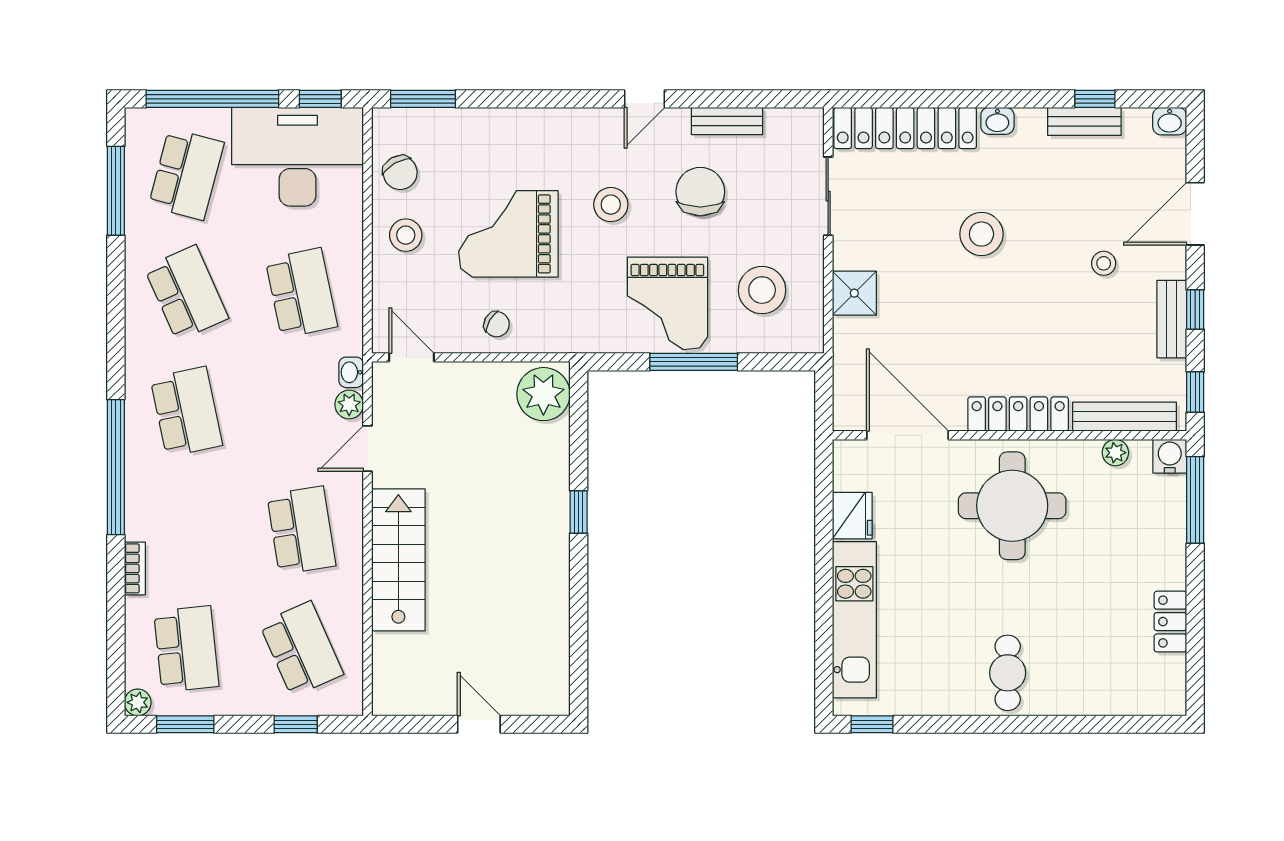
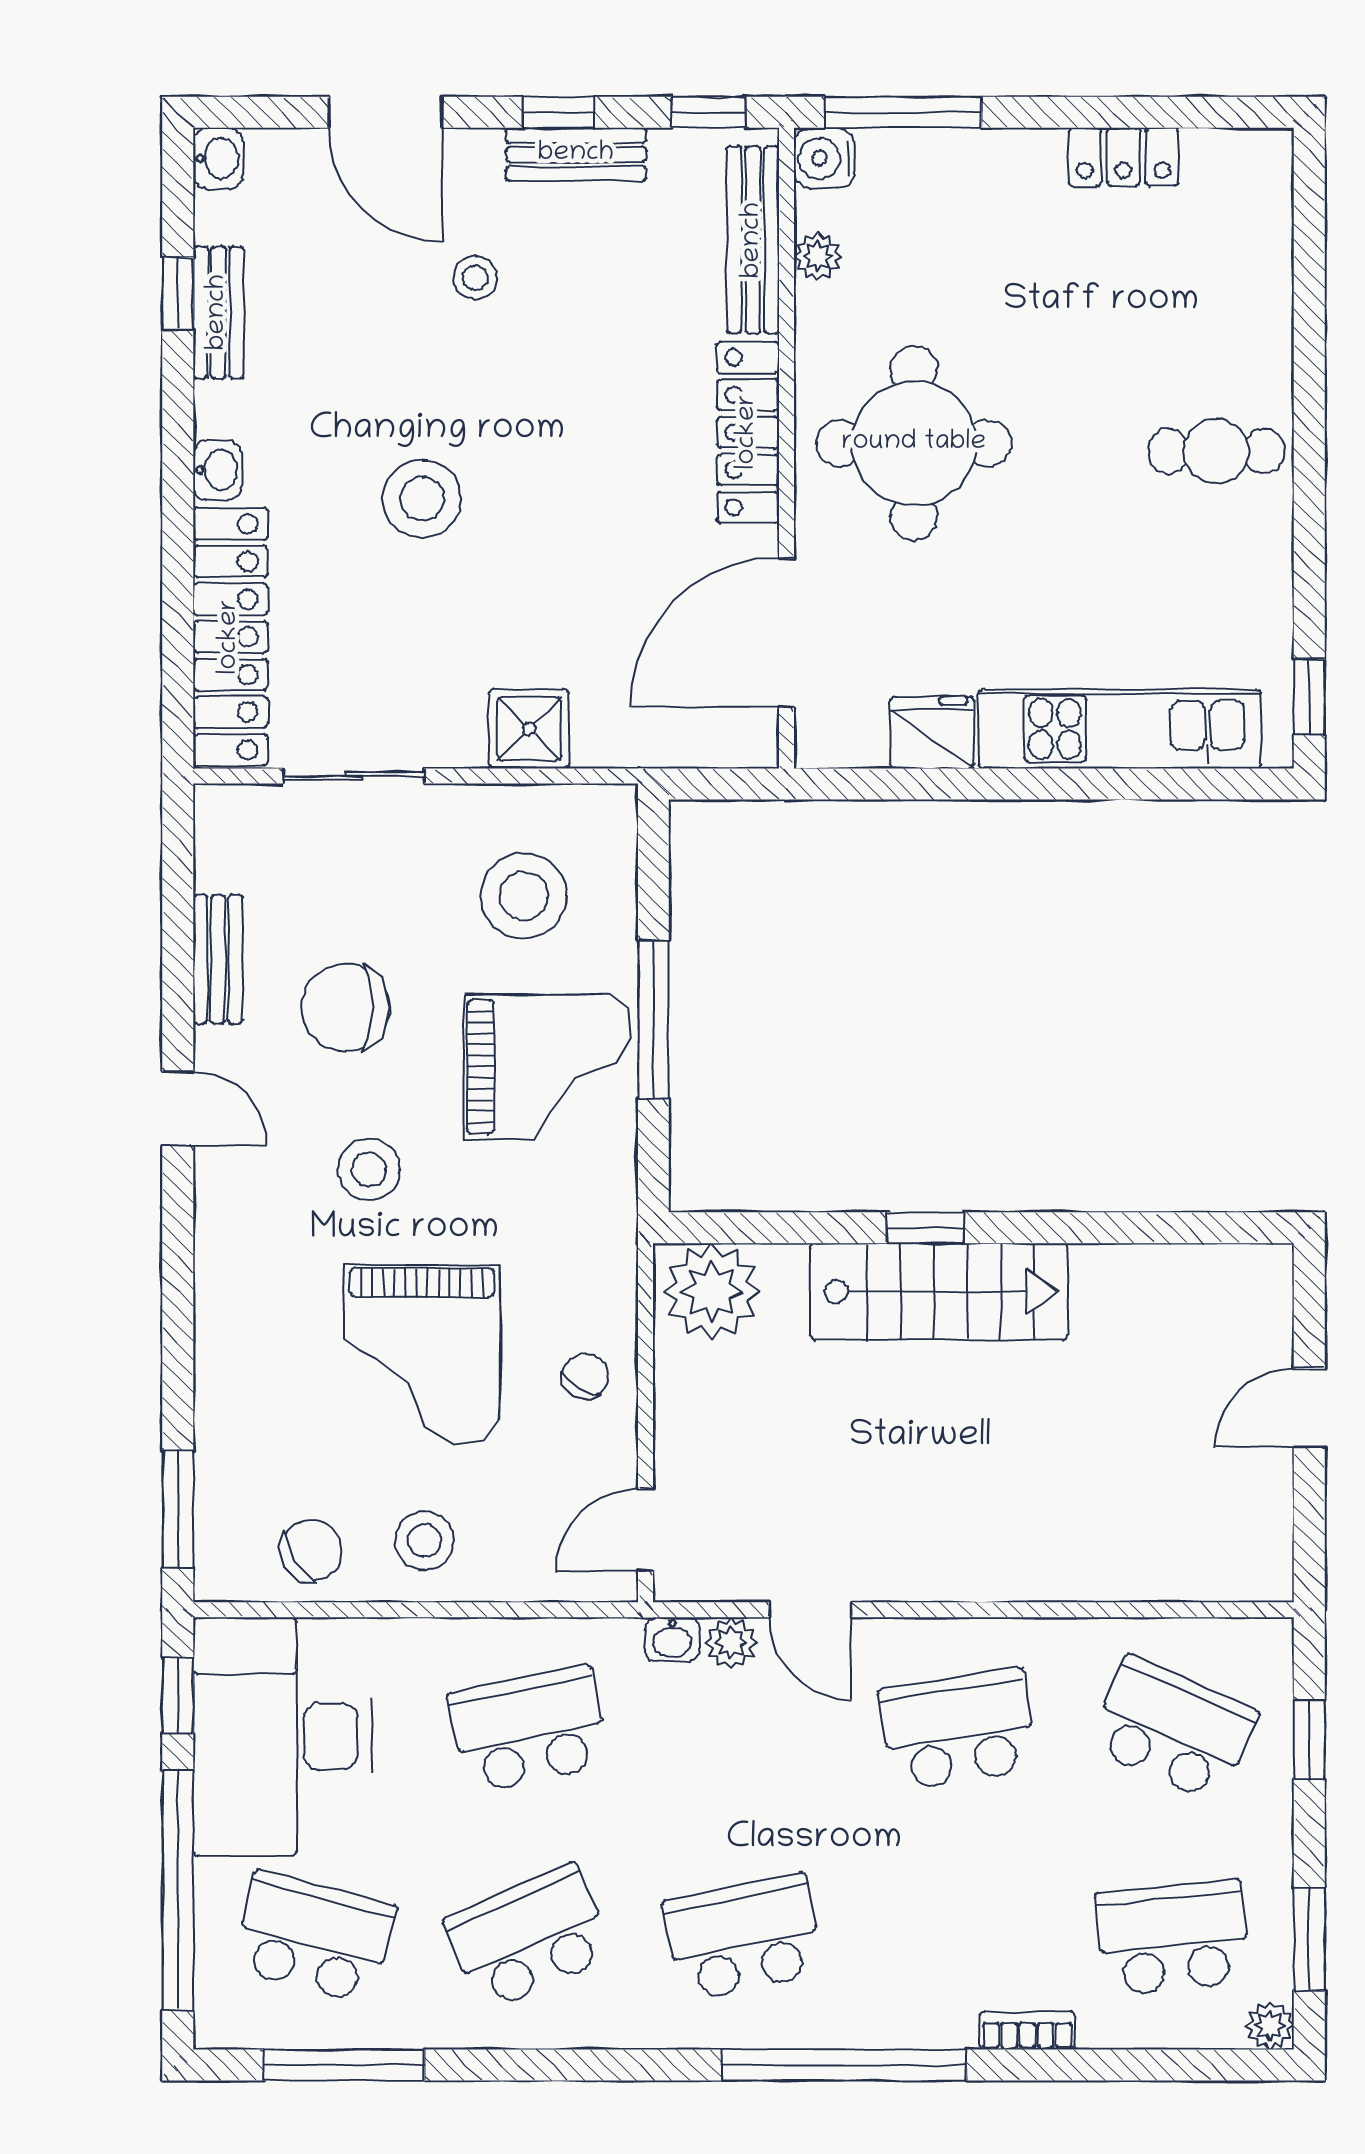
stairs: (398, 560) -> (939, 1292), moved, turned 180
school desk: (301, 649) -> (1173, 1729), turned 48

